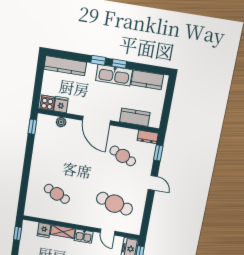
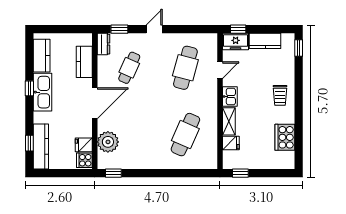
window: (98, 60) -> (29, 143), moved
plant: (61, 122) -> (108, 142), width x1.87, depth x1.87
cafe table: (57, 194) -> (185, 135), width x1.37, depth x1.35

